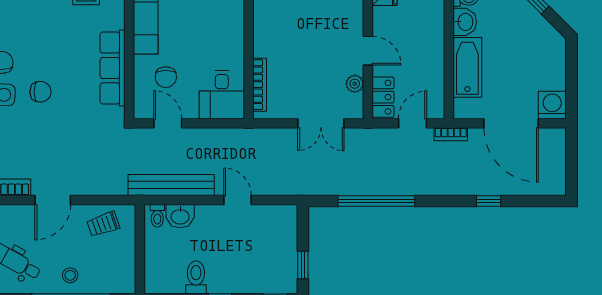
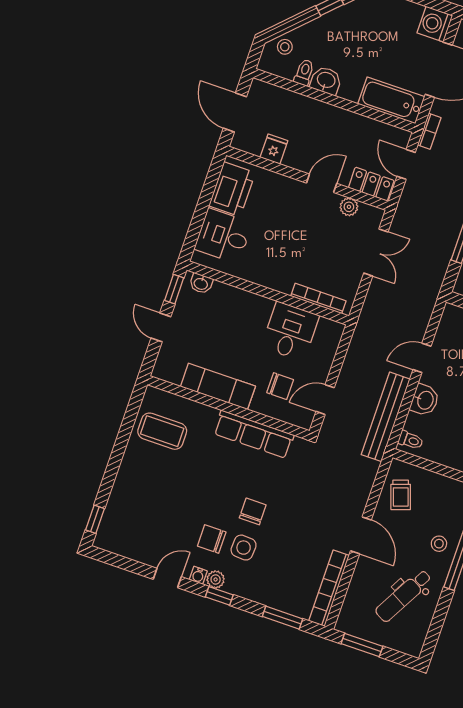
bathtub: (467, 67) -> (391, 100), moved
desk: (222, 95) -> (290, 331), moved, turned -90
washbasin: (180, 216) -> (425, 400), moved

